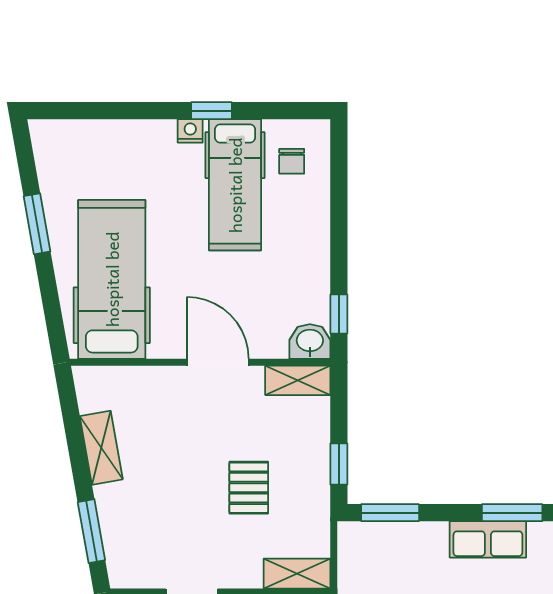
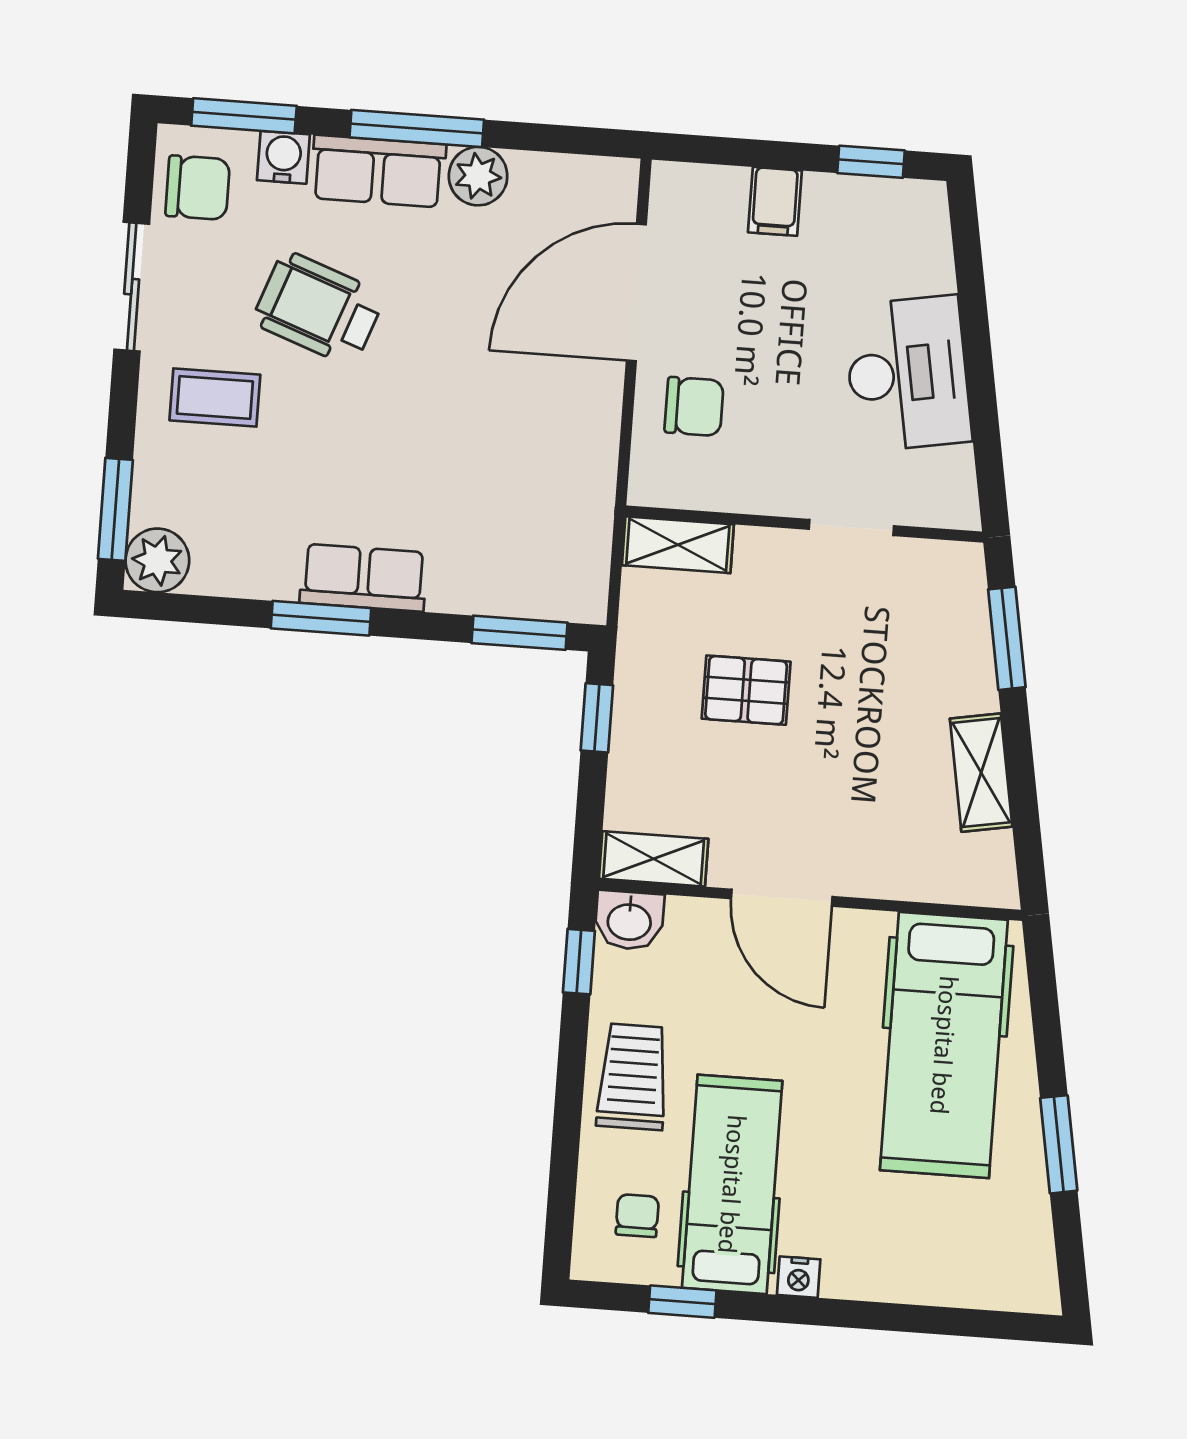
window: (211, 111) -> (682, 1302), moved
trolley: (301, 246) -> (633, 1077), added
pallet: (249, 488) -> (746, 690), turned 90

